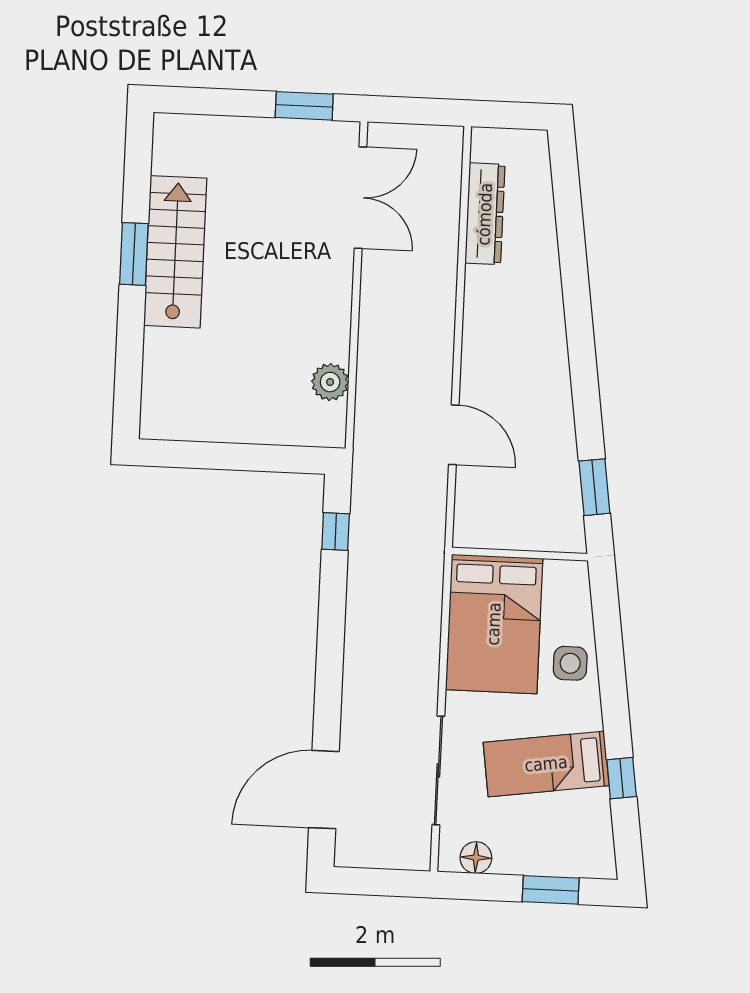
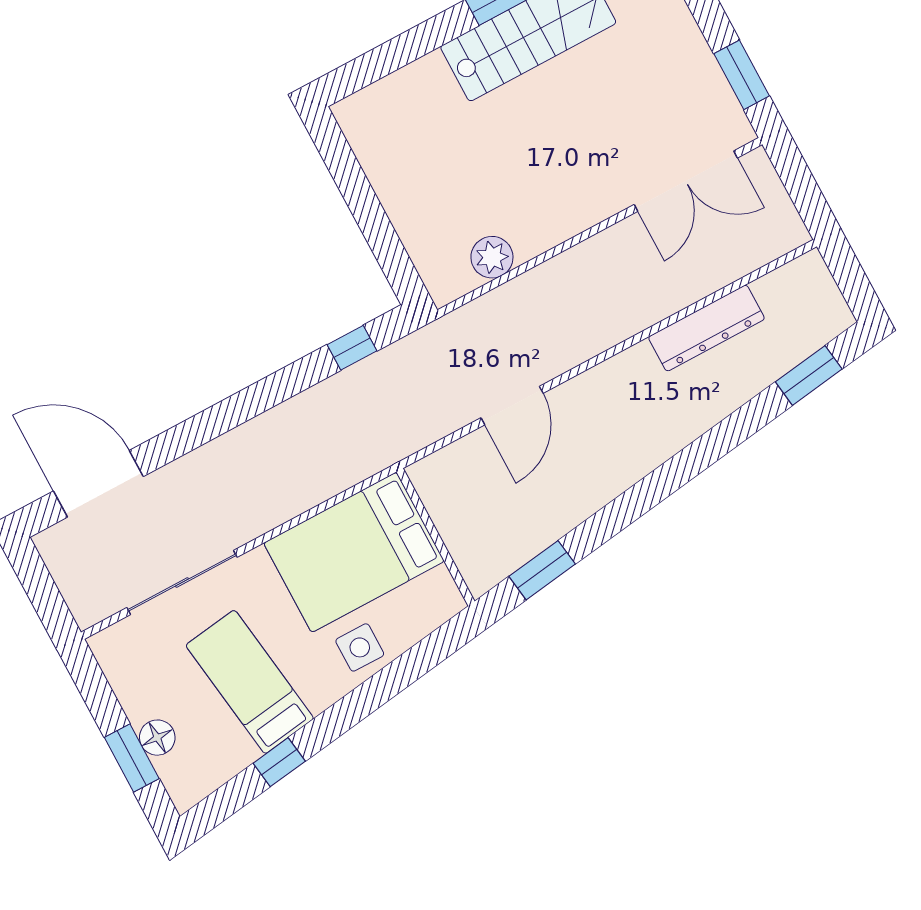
window: (567, 192) -> (809, 375), added
dresser: (485, 214) -> (706, 328), moved
floor lamp: (476, 858) -> (157, 738), moved

